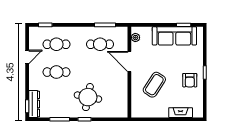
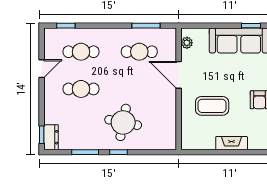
coffee table: (154, 85) -> (212, 106), turned 57
dresser: (34, 104) -> (51, 137), width x0.70
fireplace: (181, 113) -> (232, 143), moved

